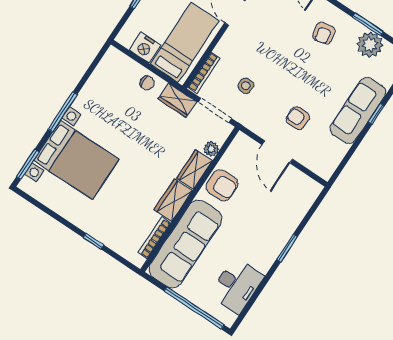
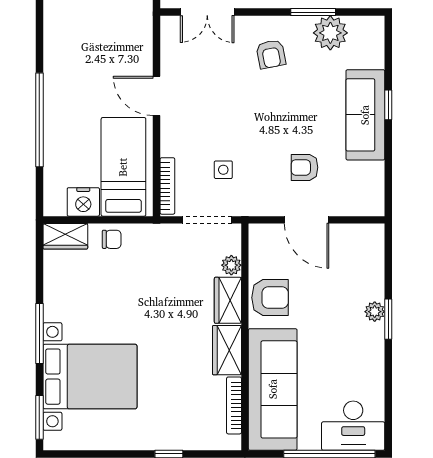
wardrobe: (177, 100) -> (65, 236), moved
plant: (282, 238) -> (375, 312), added
desk: (237, 285) -> (353, 426), moved, turned 90

